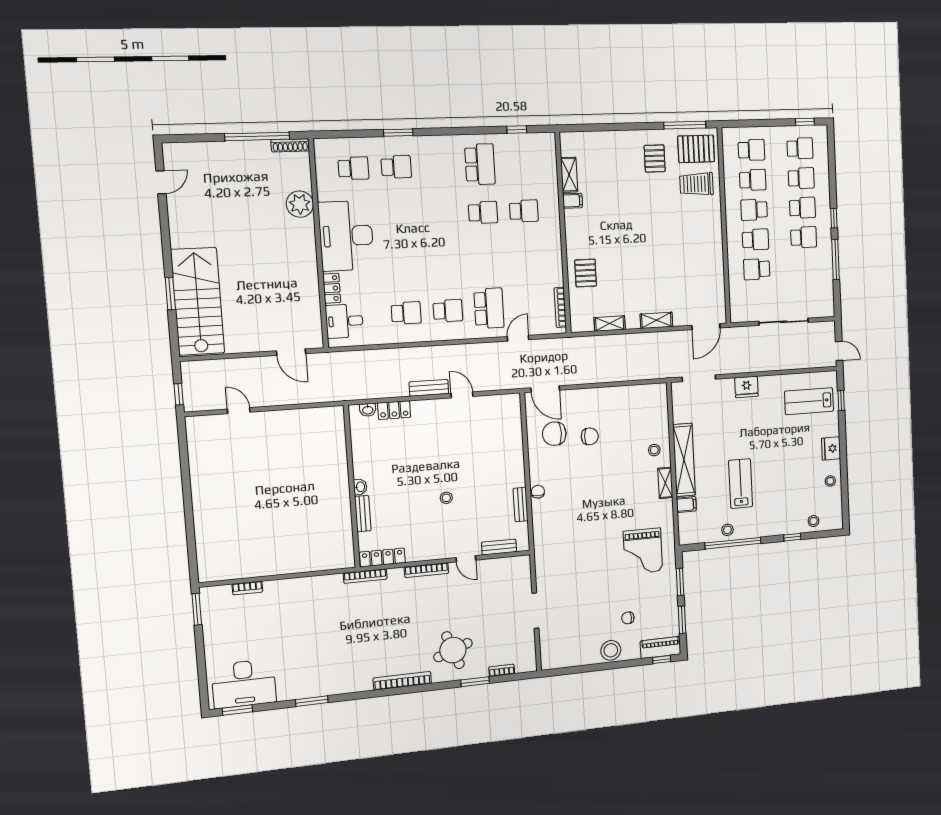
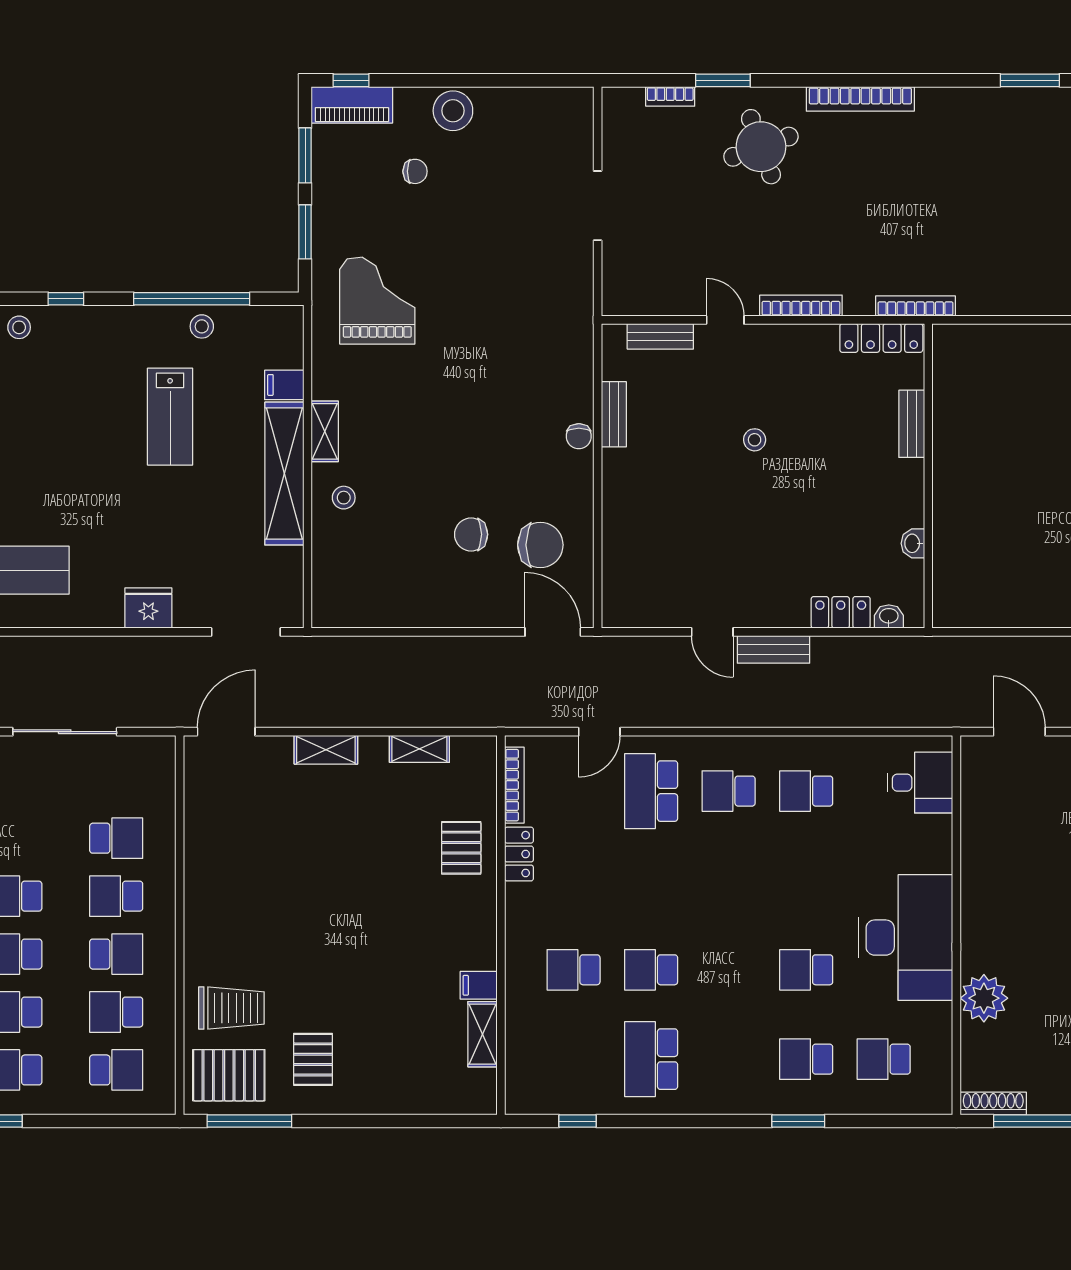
school desk: (751, 150) -> (116, 1070), turned 180
school desk: (400, 216) -> (806, 970), added
locker: (332, 288) -> (519, 854), moved, turned 180
washbasin: (360, 487) -> (913, 543), moved

